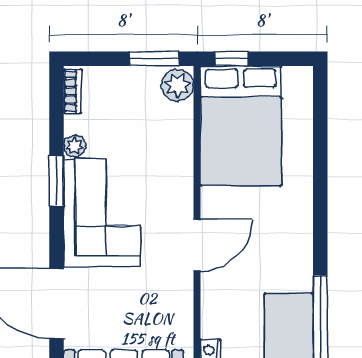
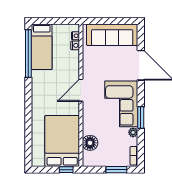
window: (154, 59) -> (116, 170), moved
plant: (178, 85) -> (89, 158), removed
floor lamp: (176, 122) -> (90, 143), added

